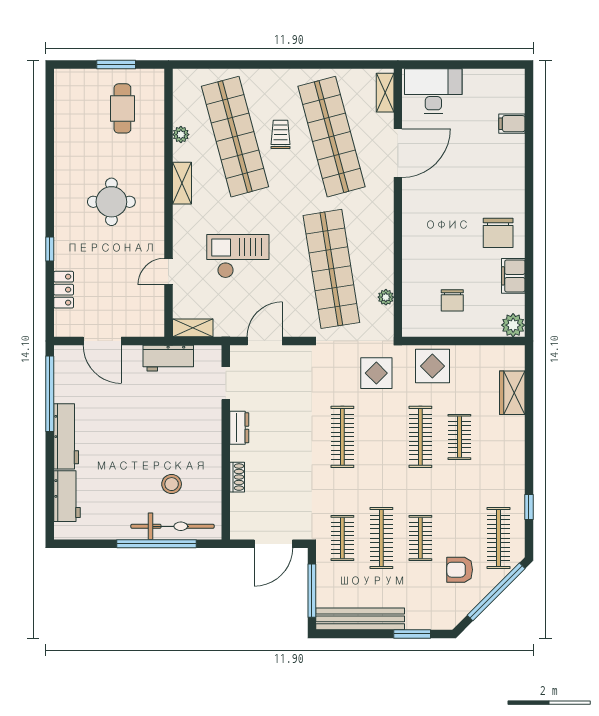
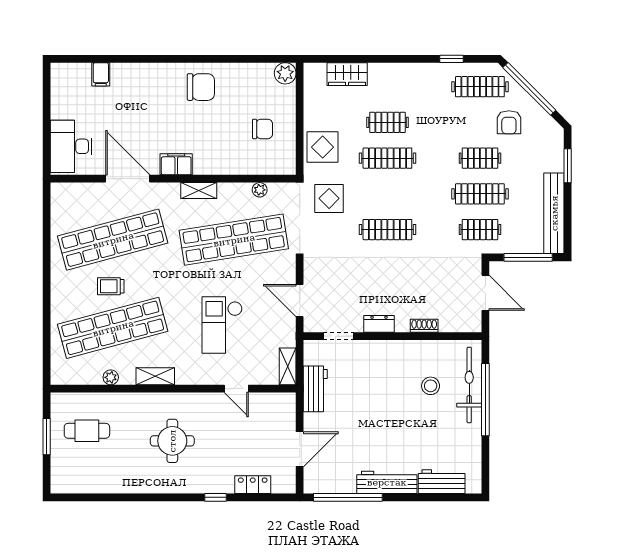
shelving: (385, 93) -> (199, 191), moved
filing cabinet: (513, 276) -> (176, 164), moved, turned 180

